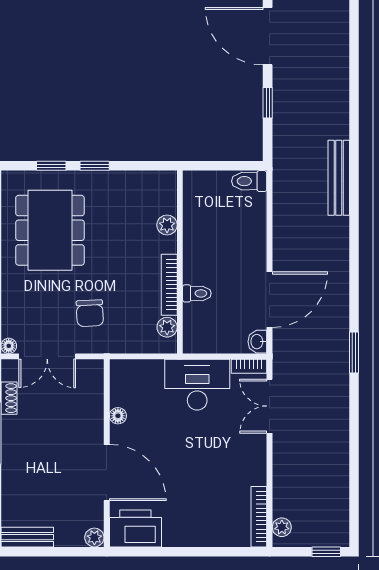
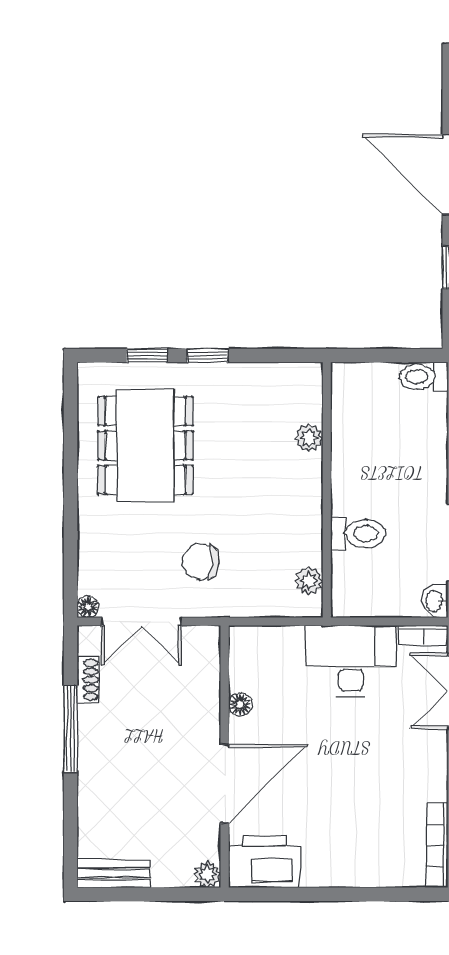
bookcase: (169, 285) -> (312, 522), removed
toilet: (197, 293) -> (358, 534), width x1.37, depth x1.39
chair: (90, 313) -> (201, 561), turned 98
door: (107, 472) -> (225, 784), hinge flipped

